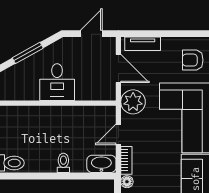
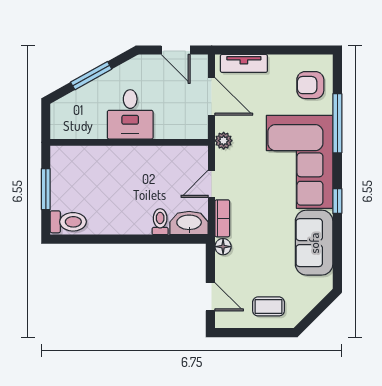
door: (91, 34) -> (176, 50), swing flipped
plant: (133, 102) -> (224, 141), width x0.53, depth x0.53
toilet: (63, 163) -> (160, 222), moved

